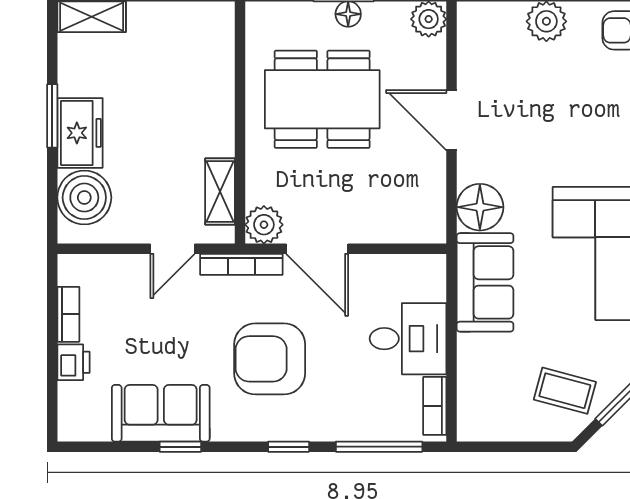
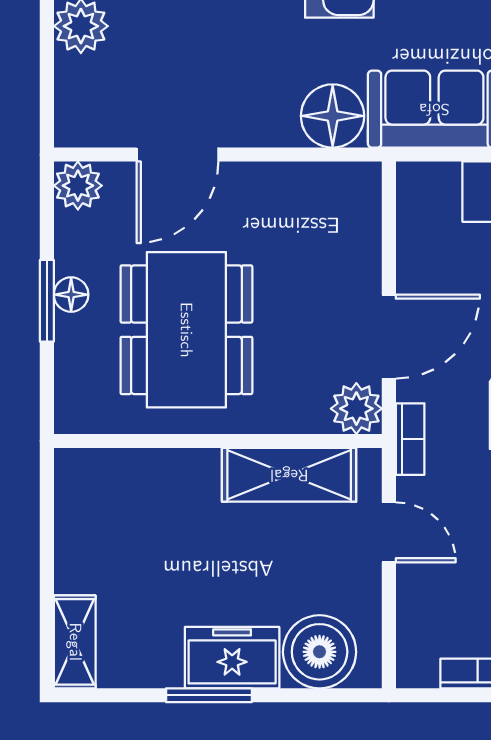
door: (452, 120) -> (178, 155), moved
shelving: (220, 192) -> (289, 475), width x1.50, depth x1.33
bookcase: (241, 264) -> (410, 439), width x0.64

